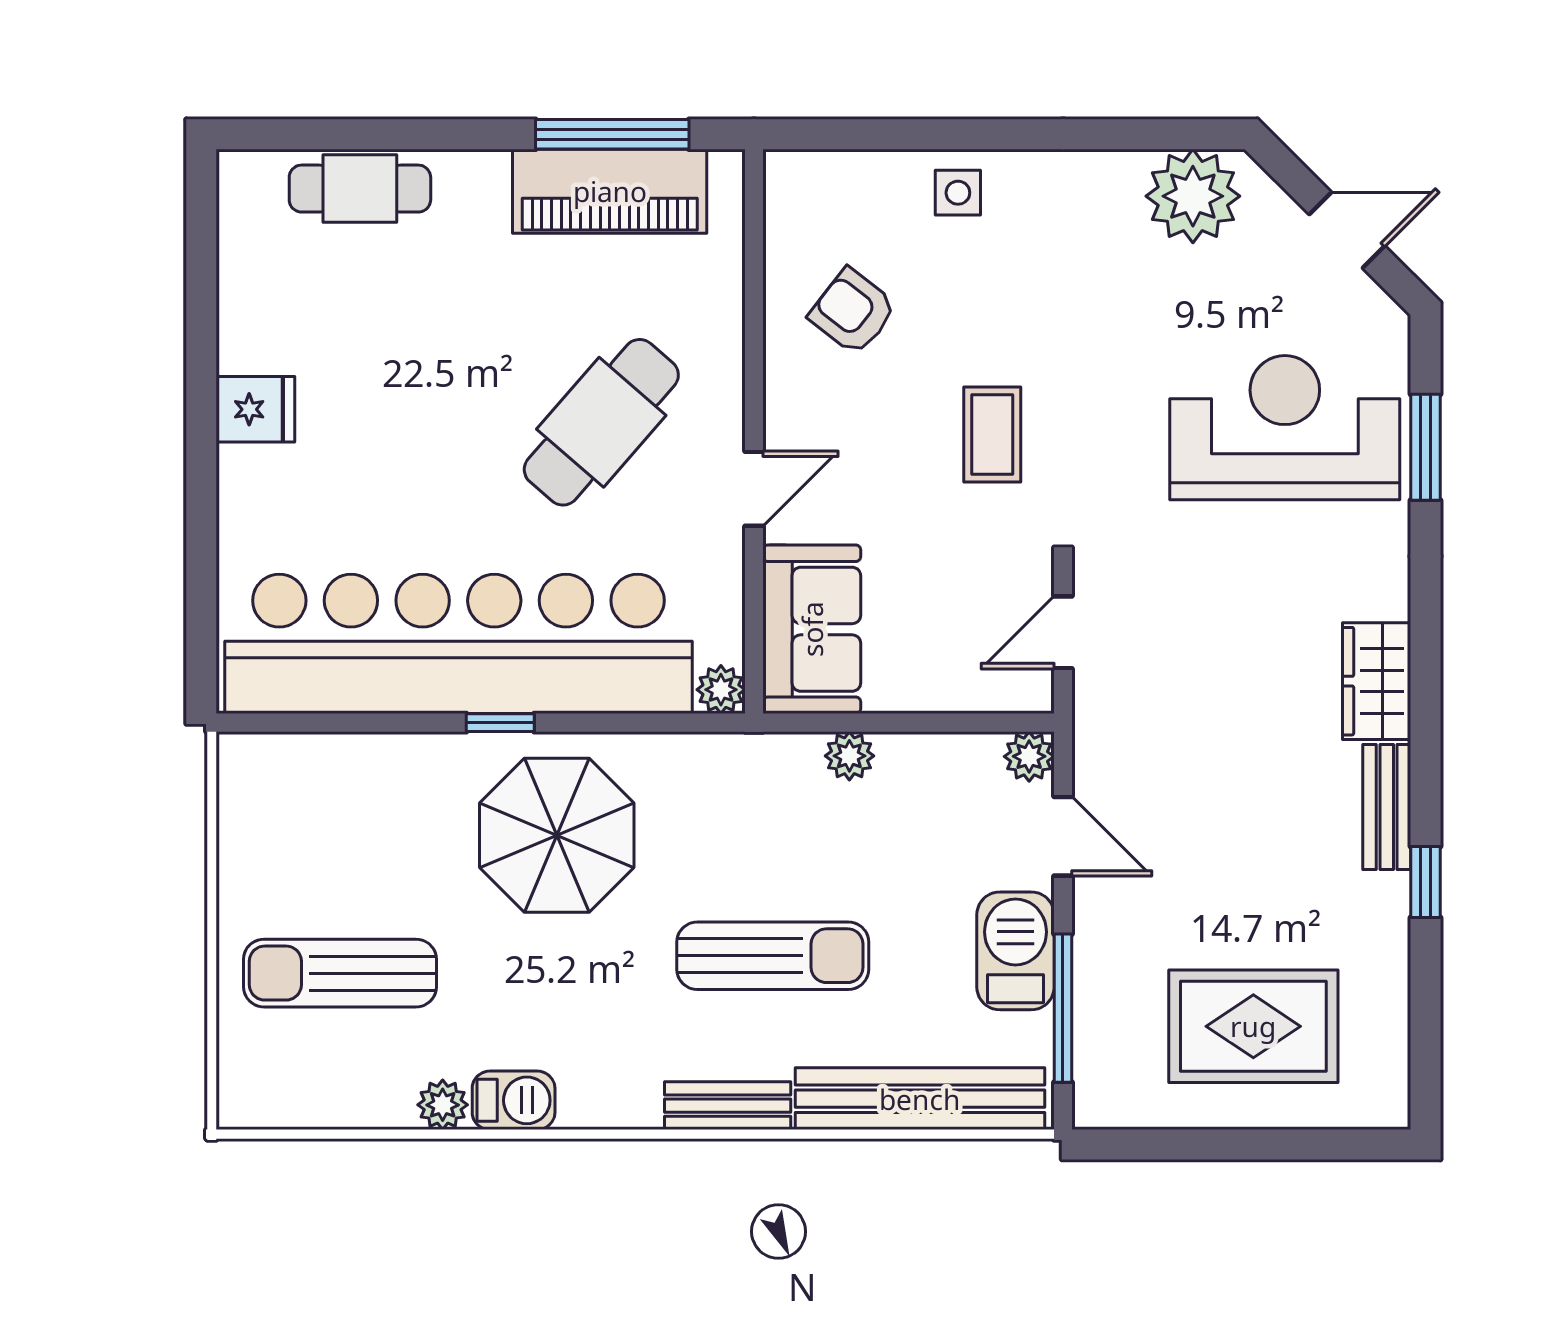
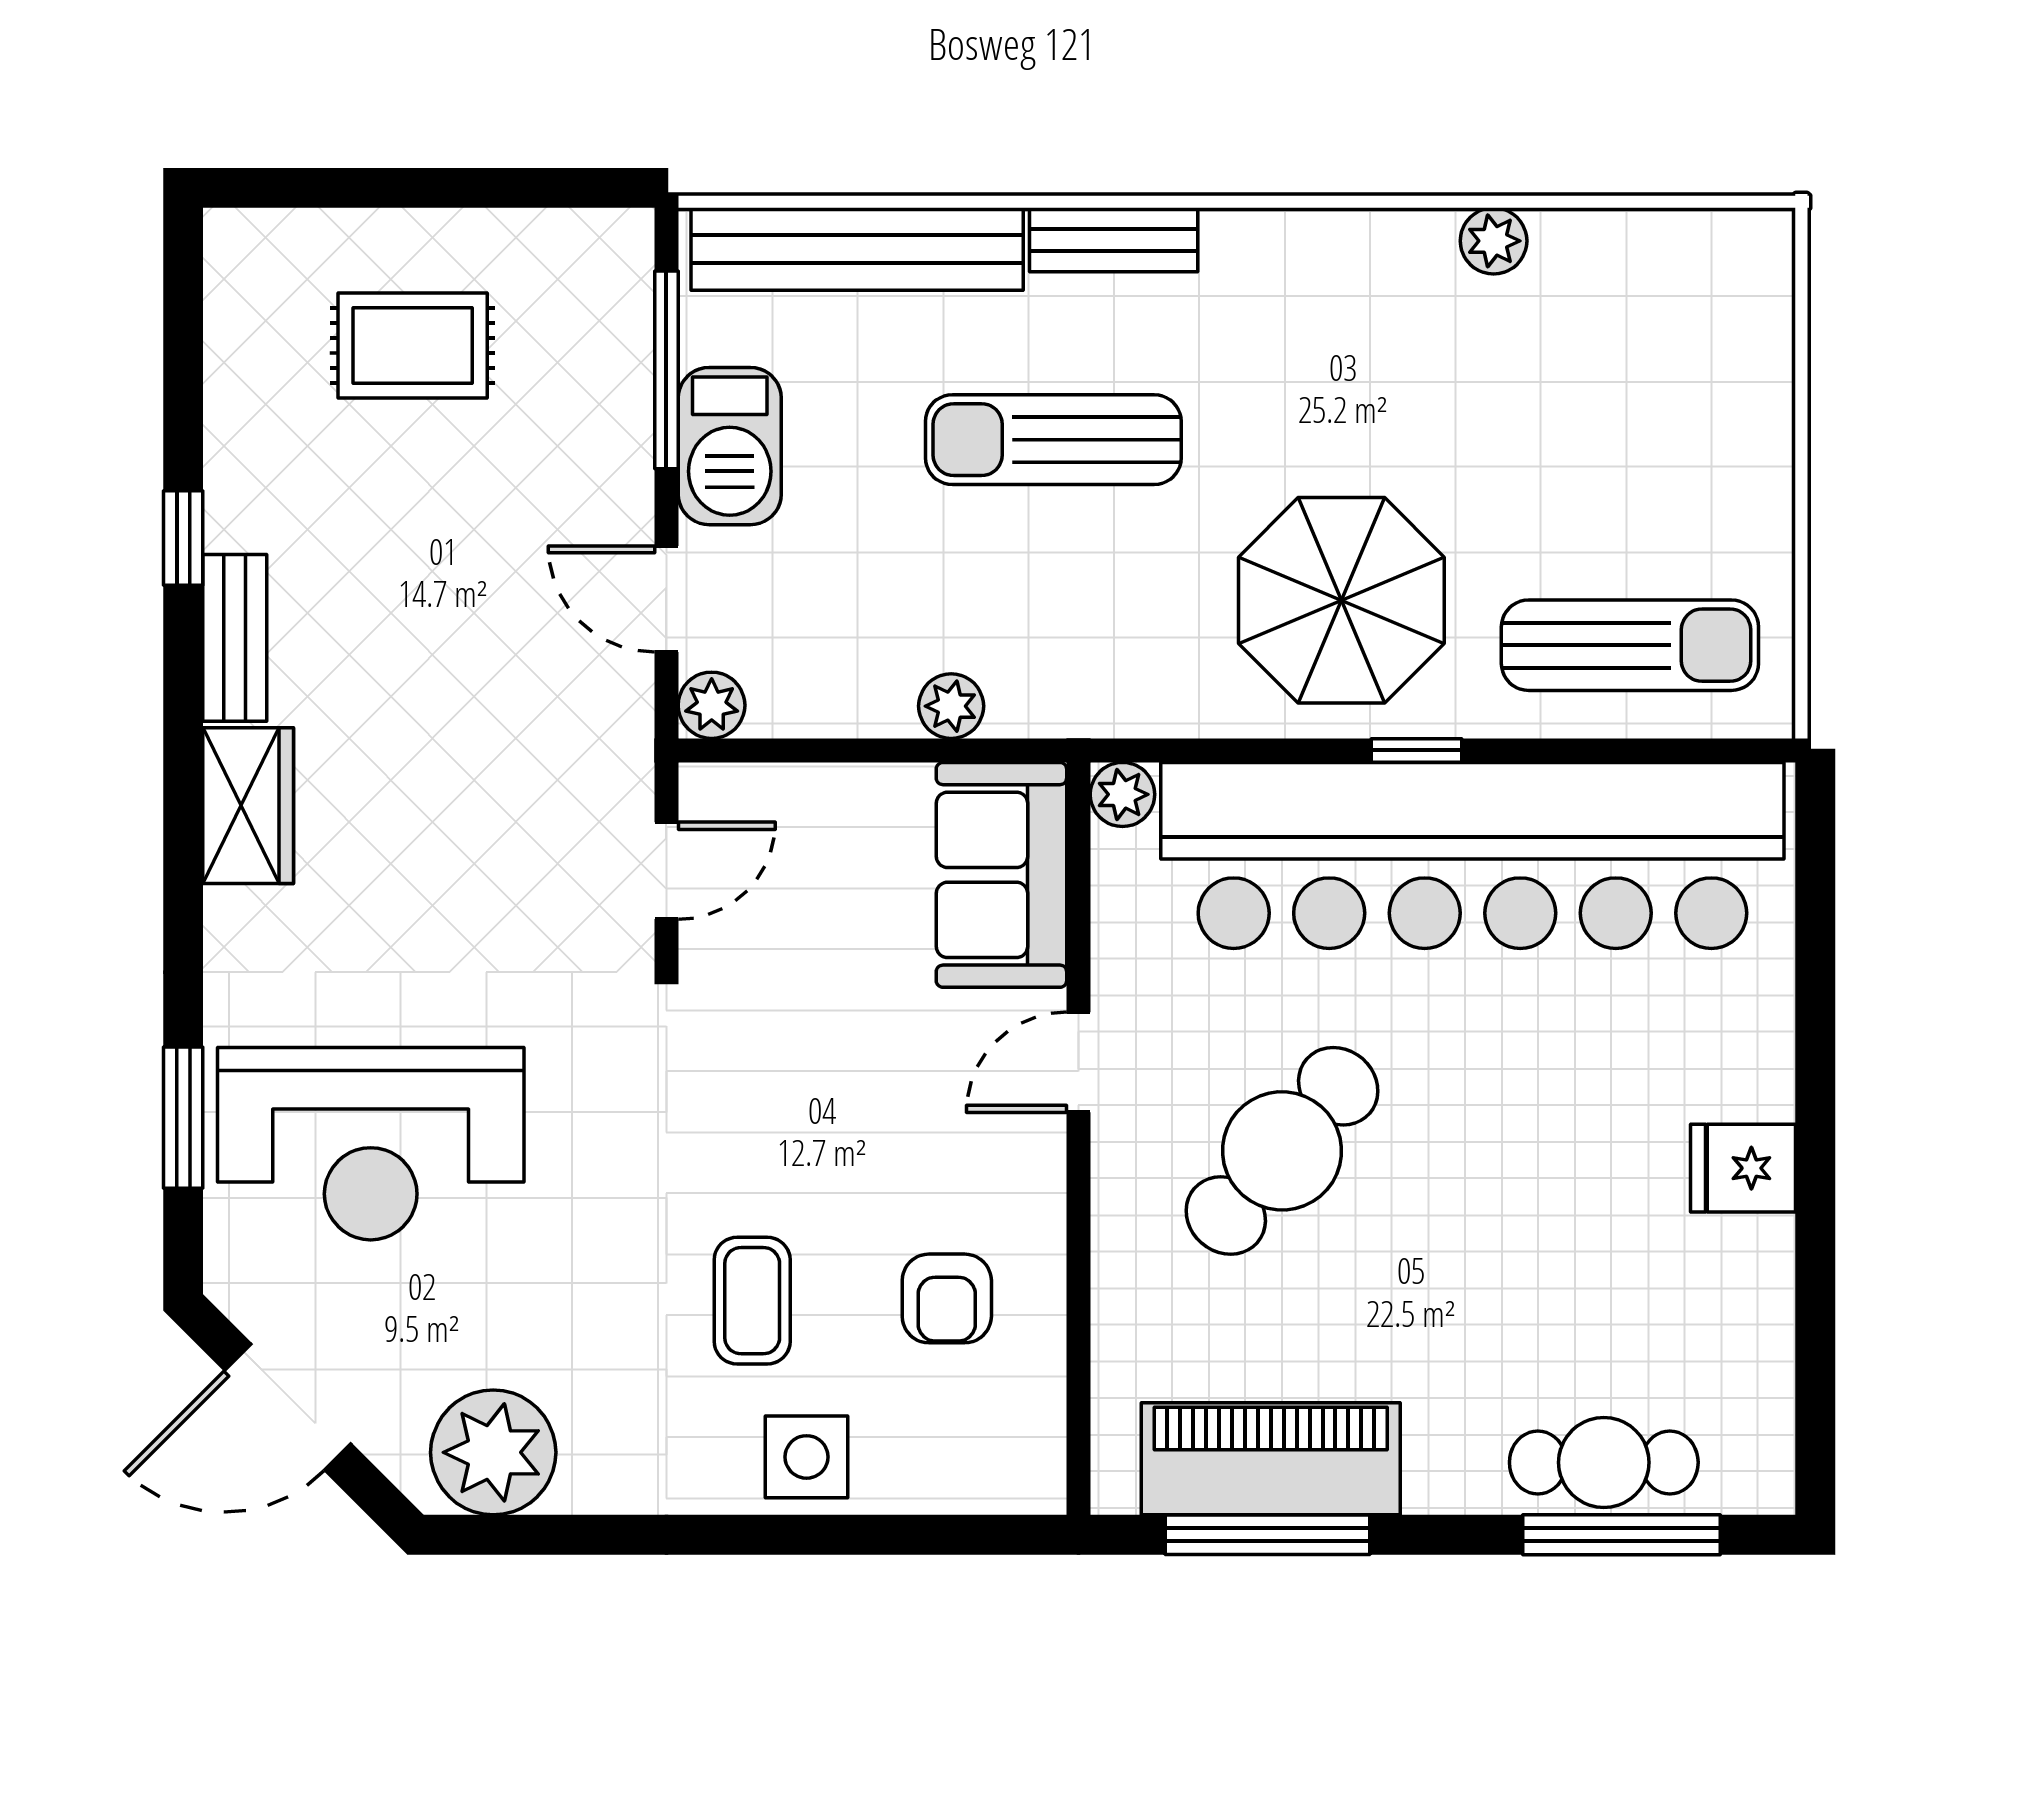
window: (347, 134) -> (1622, 1535), added
side table: (958, 193) -> (807, 1457), width x1.37, depth x1.37
door: (1347, 230) -> (288, 1407), width x1.38
armchair: (853, 312) -> (947, 1298), turned 52
coffee table: (992, 434) -> (752, 1301), moved
sun lounger: (340, 973) -> (1630, 645), moved
rug: (1253, 1026) -> (413, 346), width x0.73, depth x0.70
barbecue: (514, 1100) -> (1399, 247), removed

